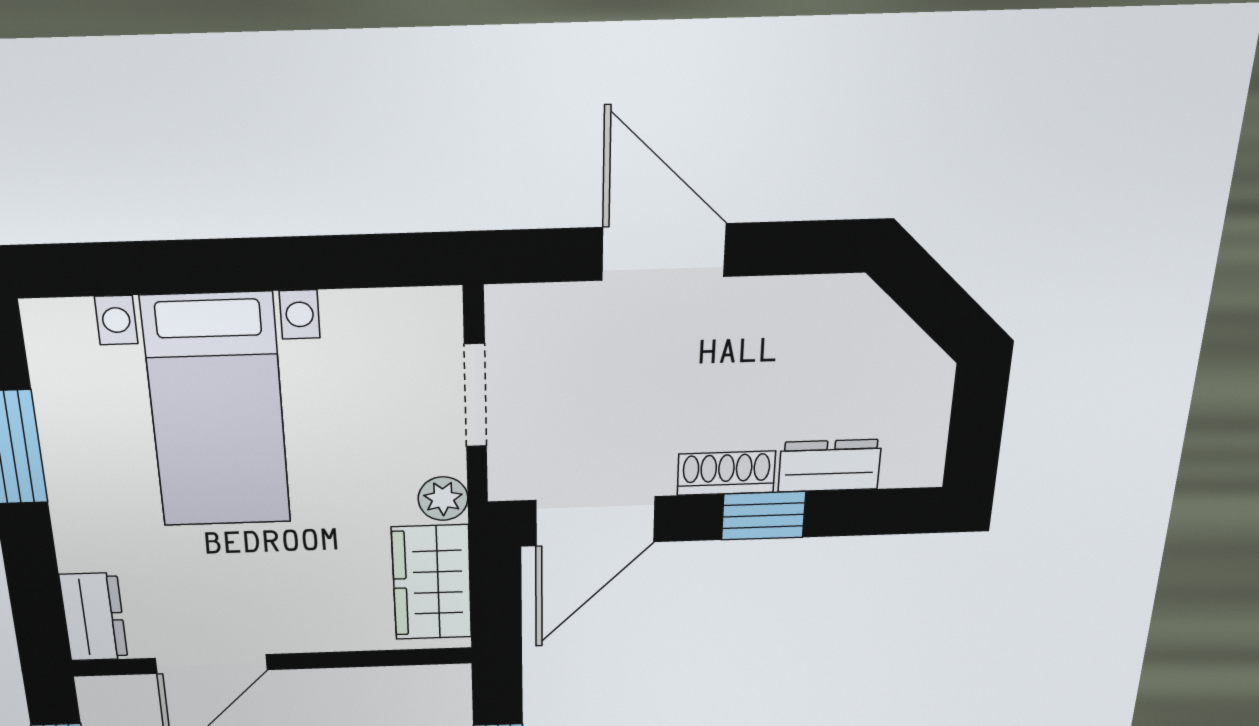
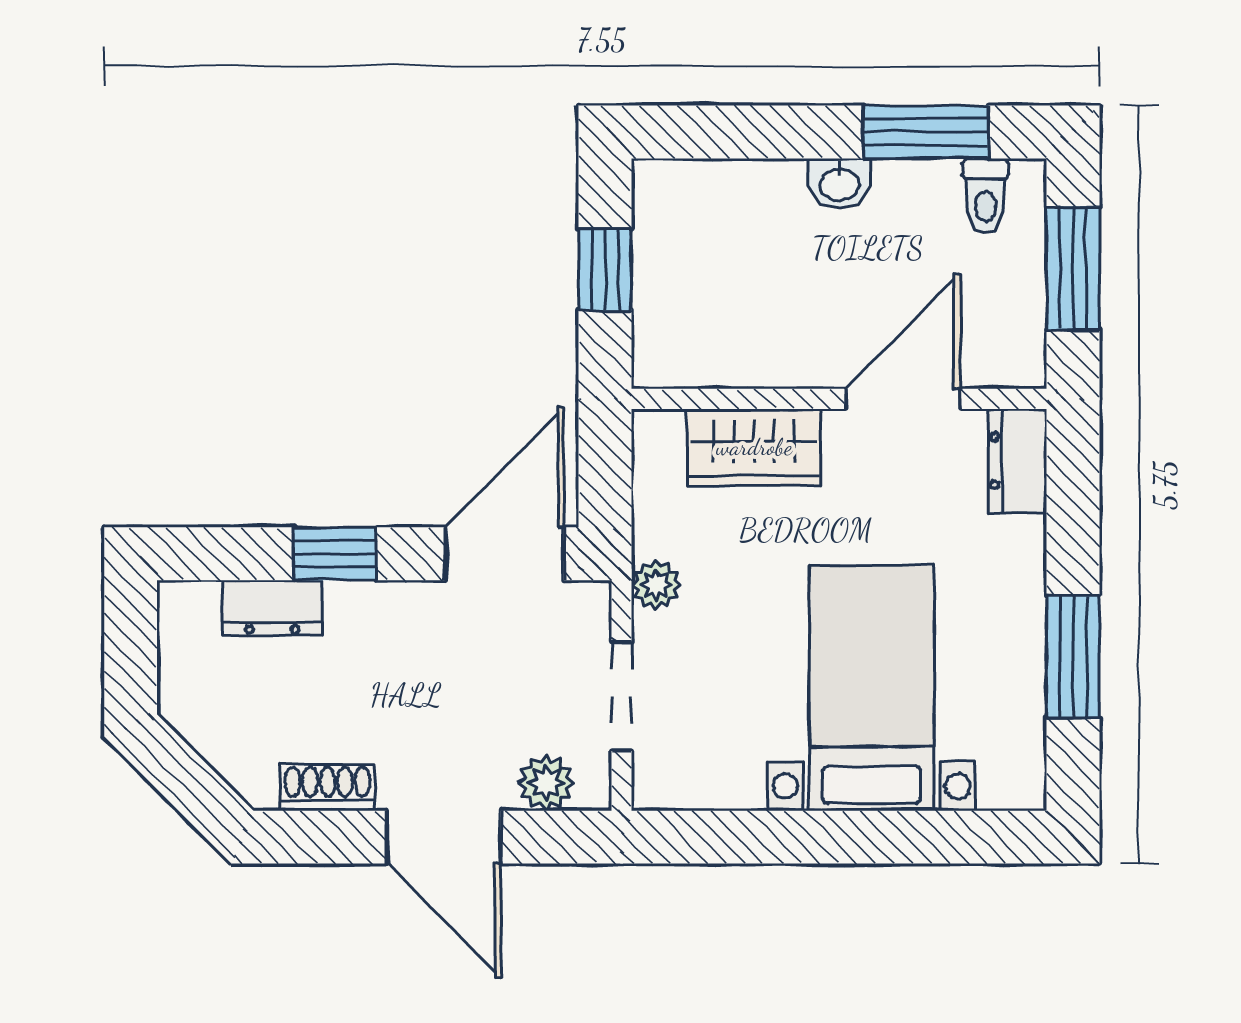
plant: (554, 310) -> (546, 783), added
shoe rack: (726, 473) -> (328, 788), moved, turned 180
wardrobe: (432, 583) -> (754, 447), moved, turned 90

